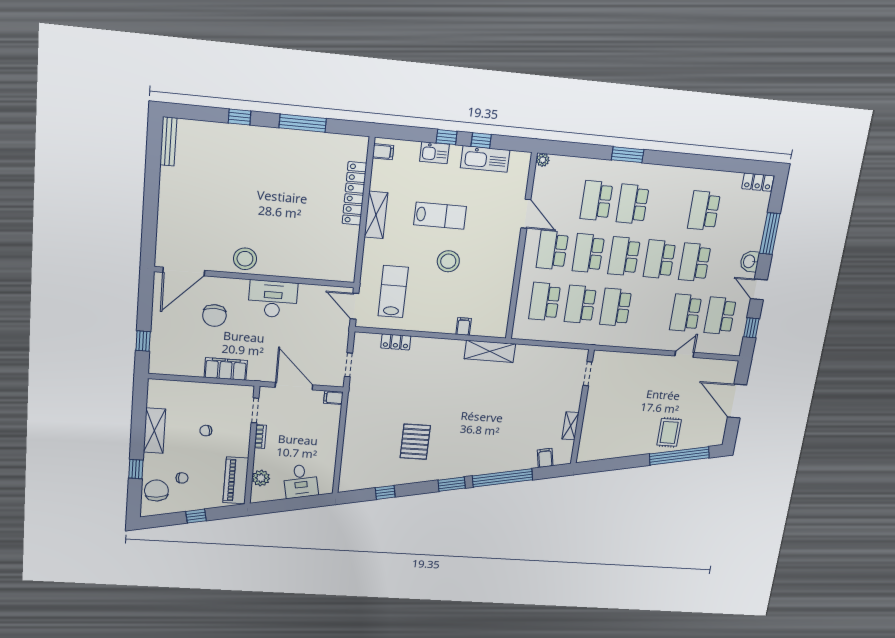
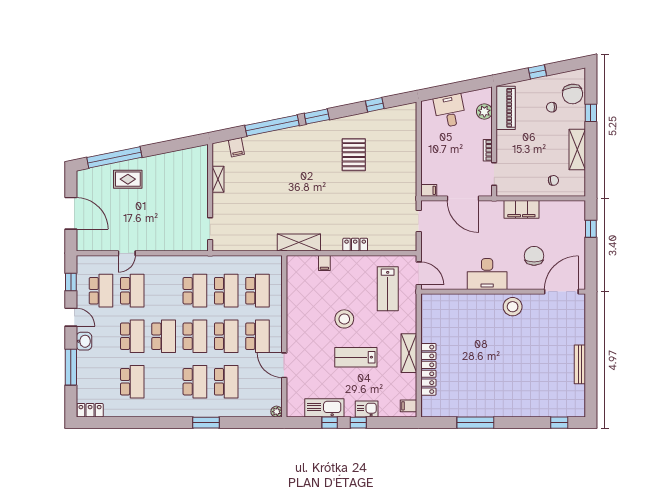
window: (239, 117) -> (559, 423), moved
bench: (168, 141) -> (580, 364), moved
locker: (396, 342) -> (355, 245), moved
chair: (206, 431) -> (553, 180), moved
rug: (669, 432) -> (128, 179), turned 90

